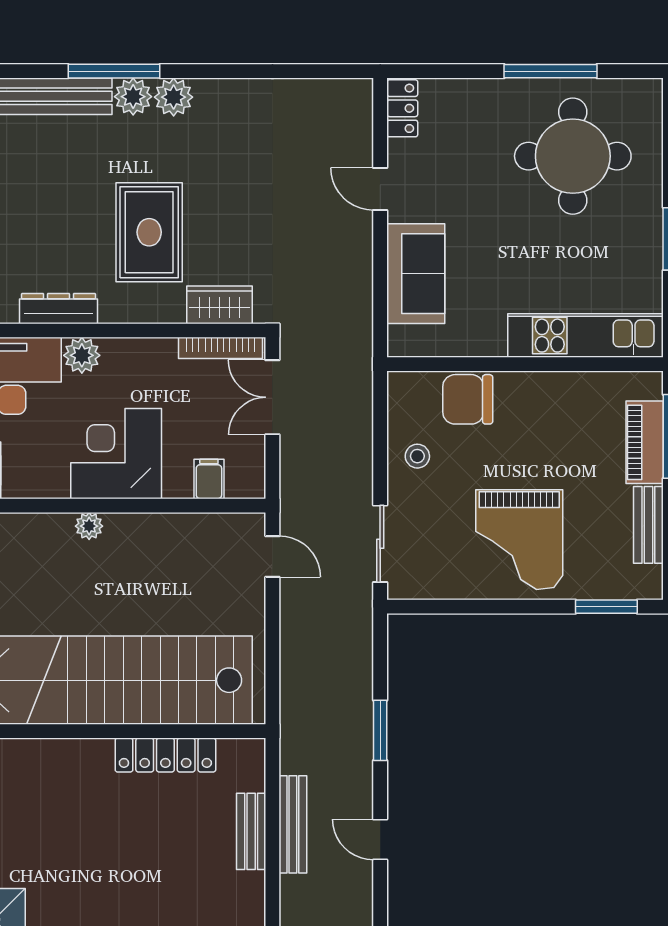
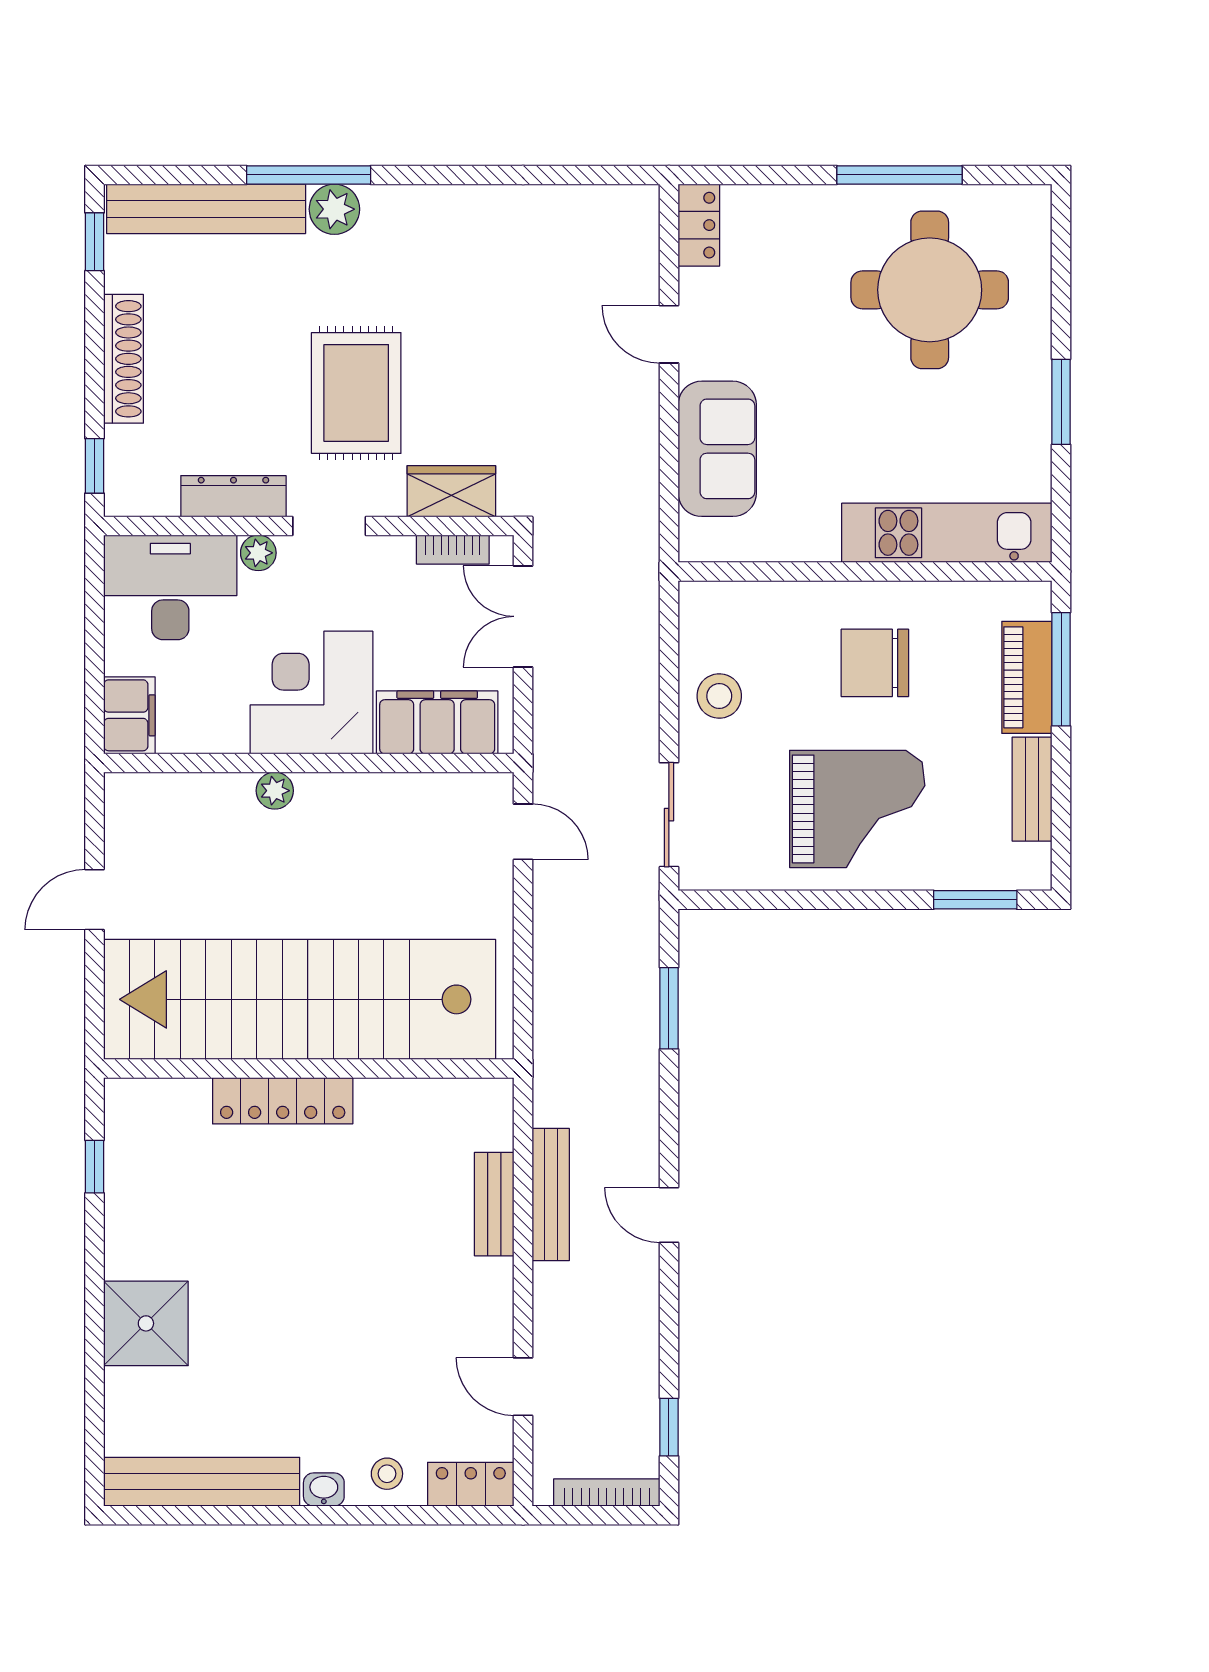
plant: (174, 97) -> (389, 210), removed
doorway: (129, 330) -> (329, 526), added
bookcase: (221, 348) -> (453, 550), width x0.64
plant: (82, 355) -> (258, 553), width x0.73, depth x0.73
chair: (468, 399) -> (875, 663), moved
stool: (417, 456) -> (719, 696), width x1.37, depth x1.37
filing cabinet: (209, 479) -> (437, 722), width x3.00, depth x1.17
grand piano: (519, 540) -> (857, 809), turned -90
window: (380, 730) -> (669, 1008), moved
locker: (165, 755) -> (283, 1101), moved

